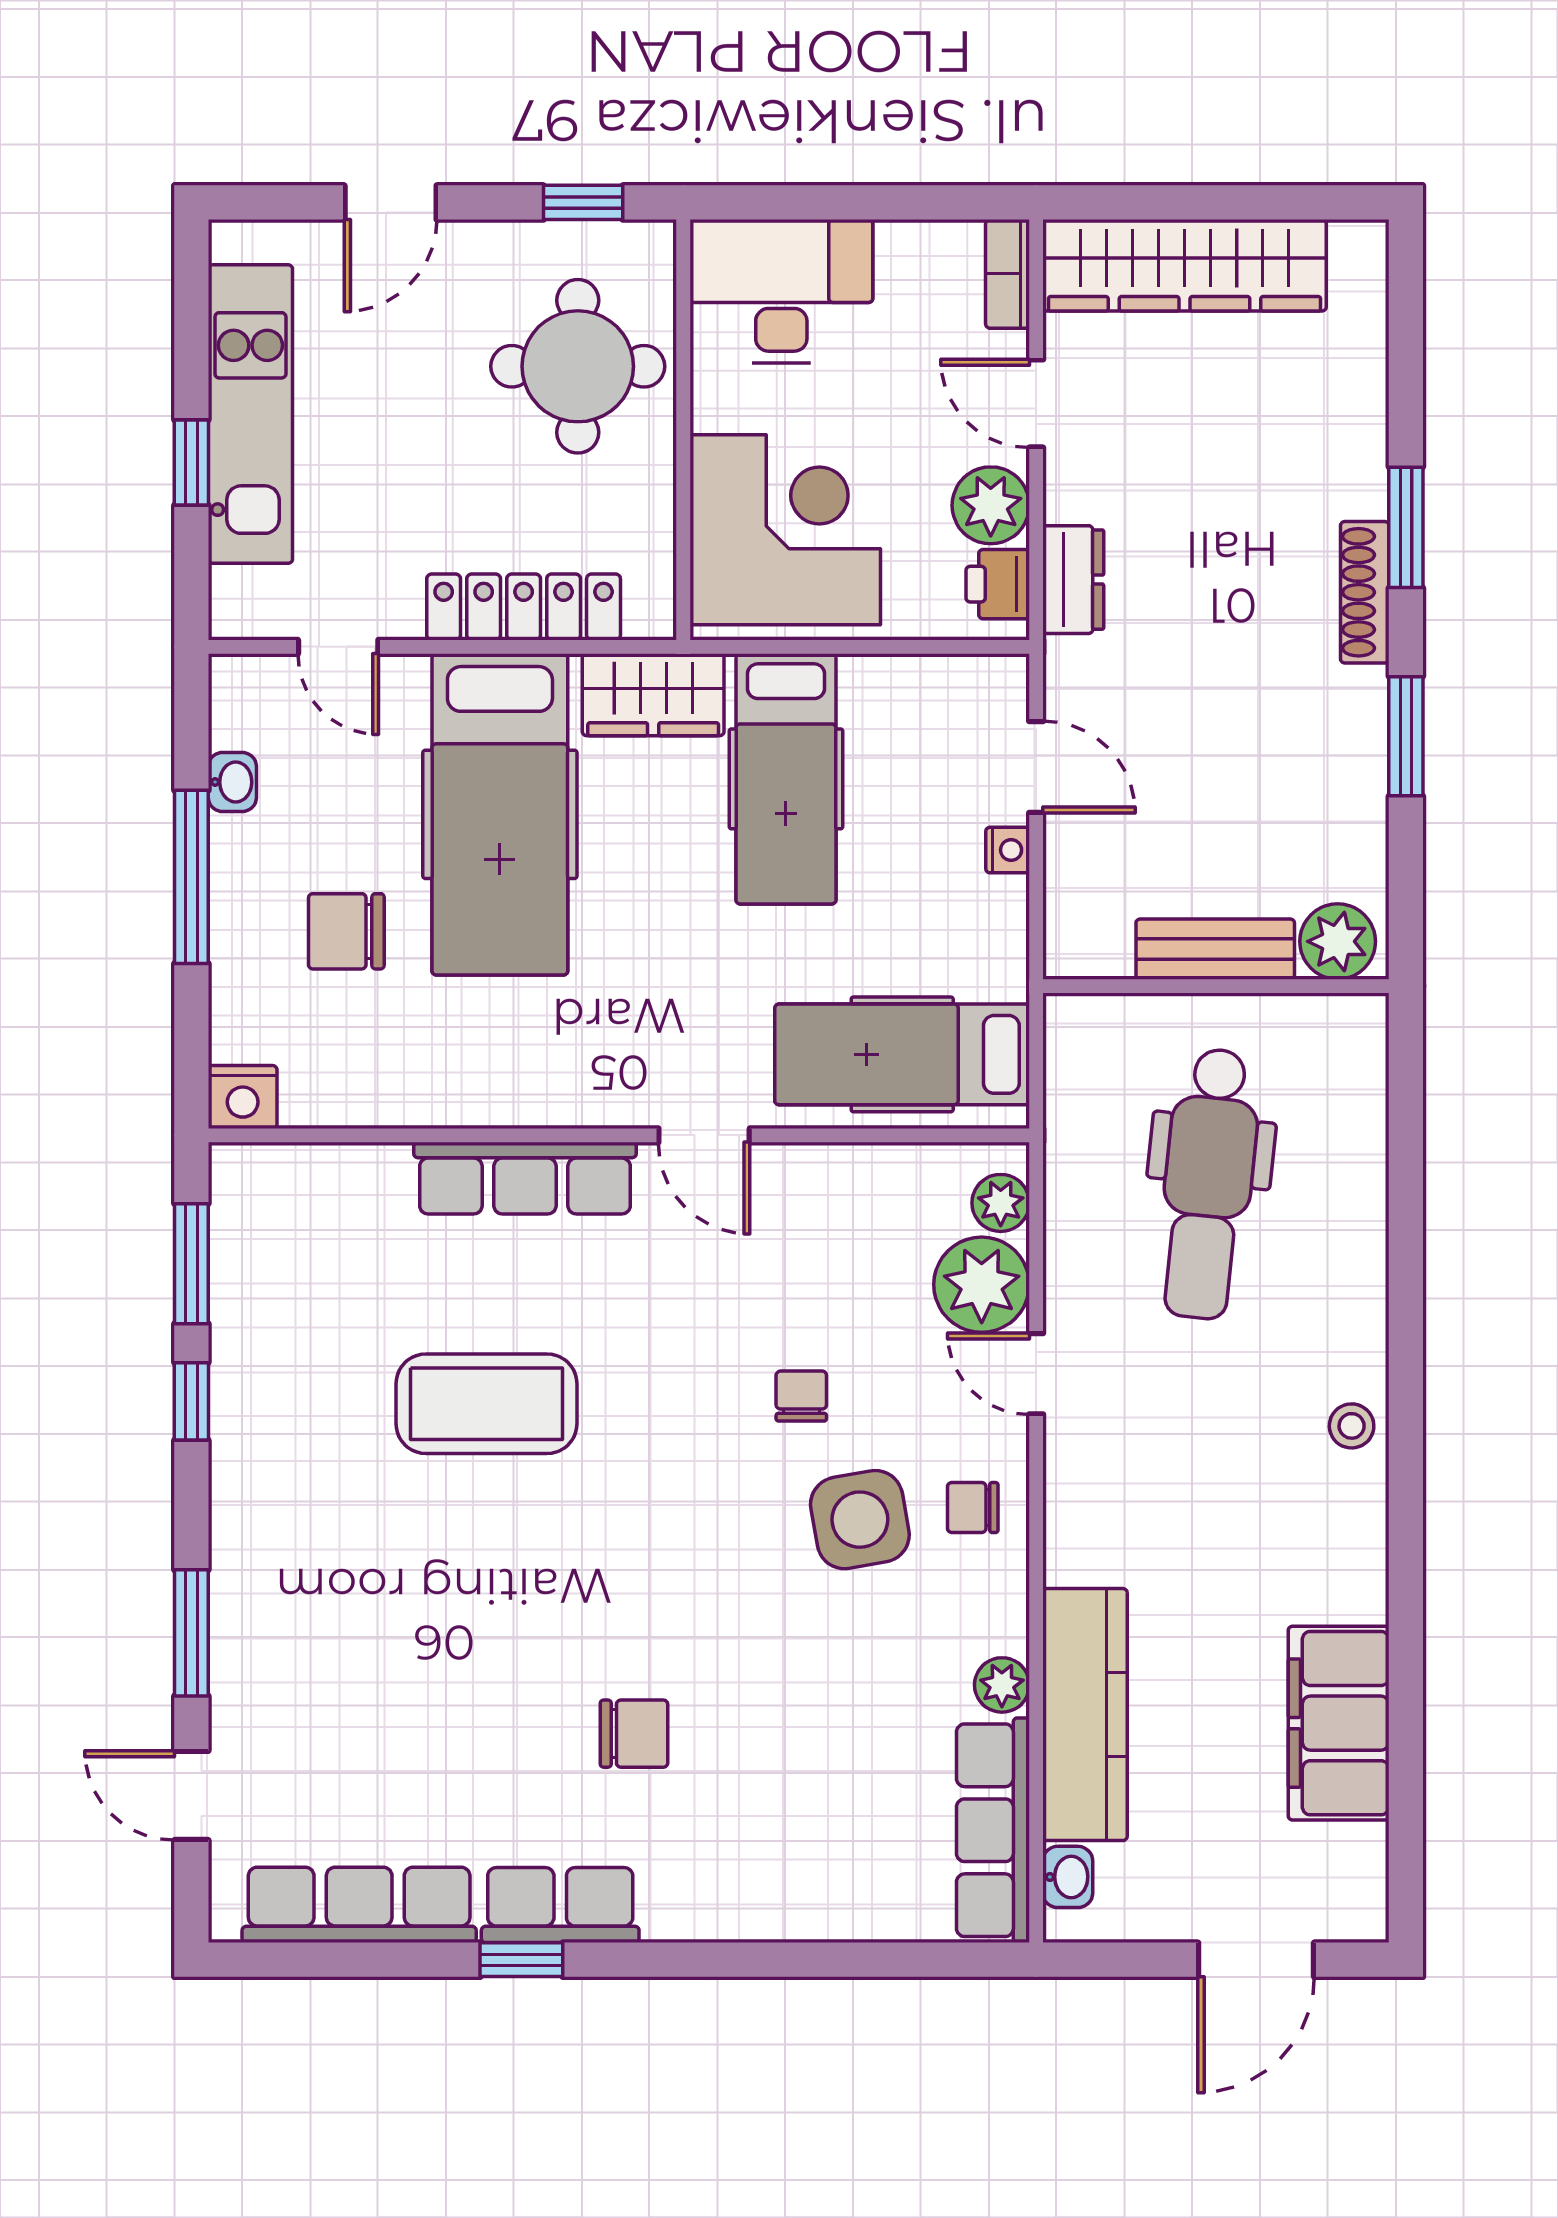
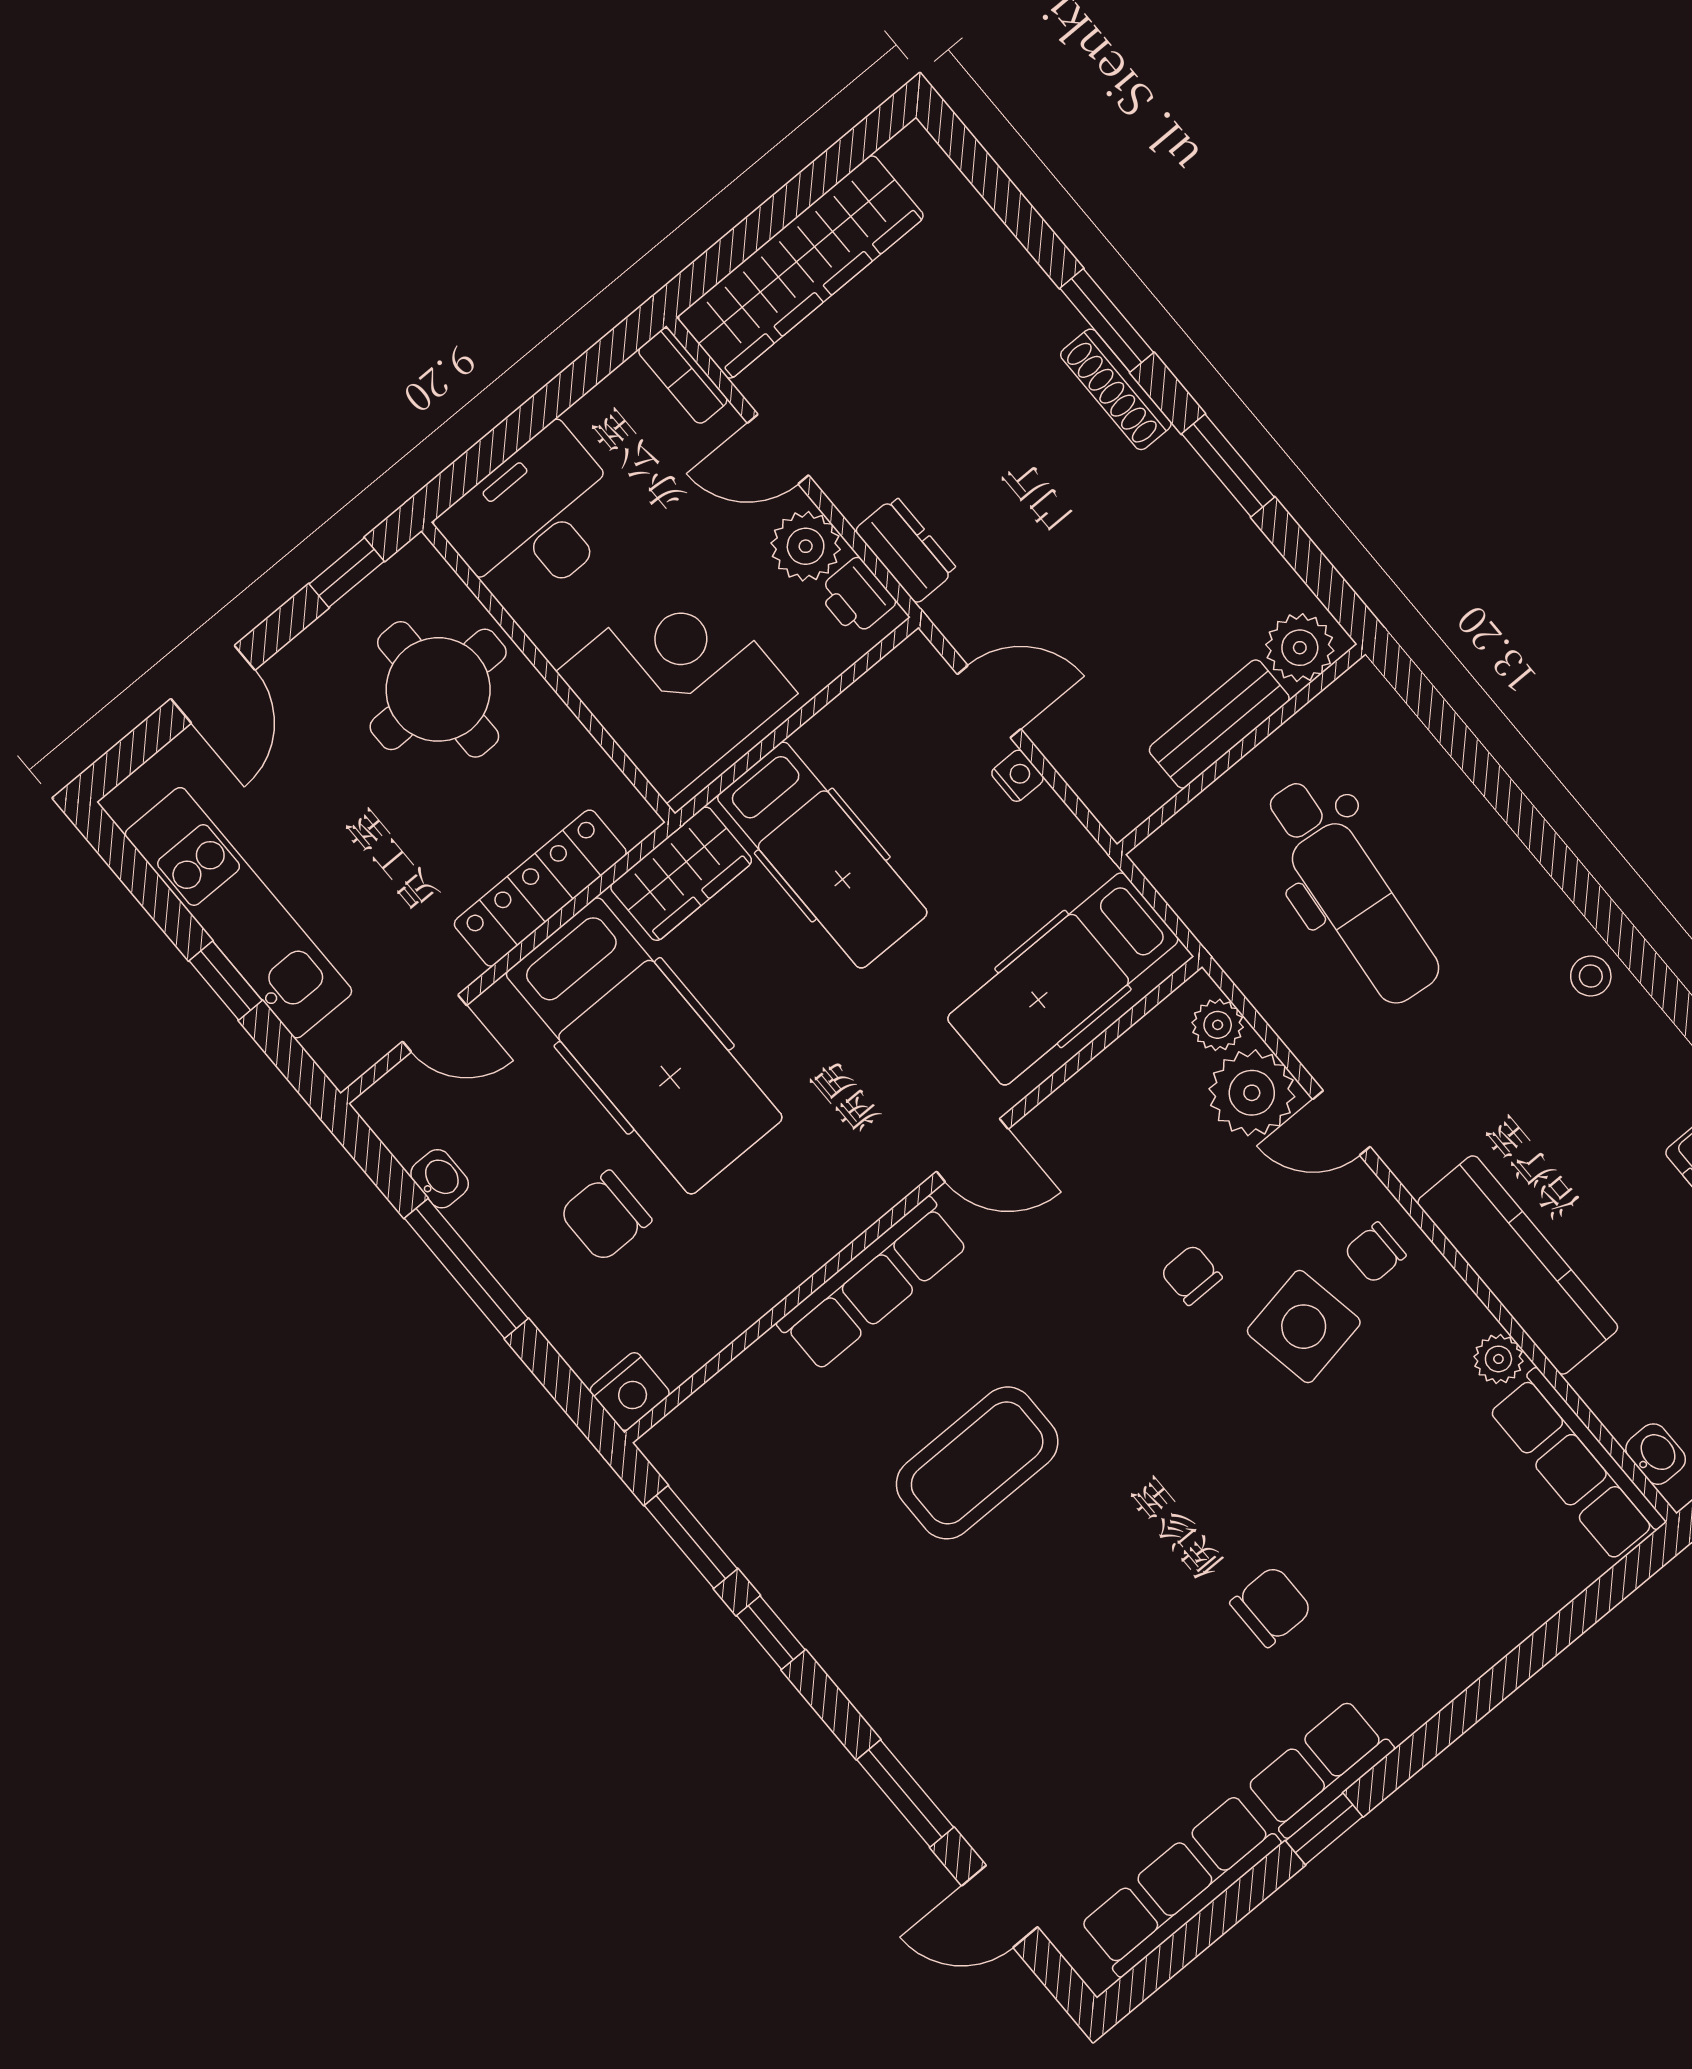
kitchen counter: (1085, 1715) -> (1518, 1265), moved

